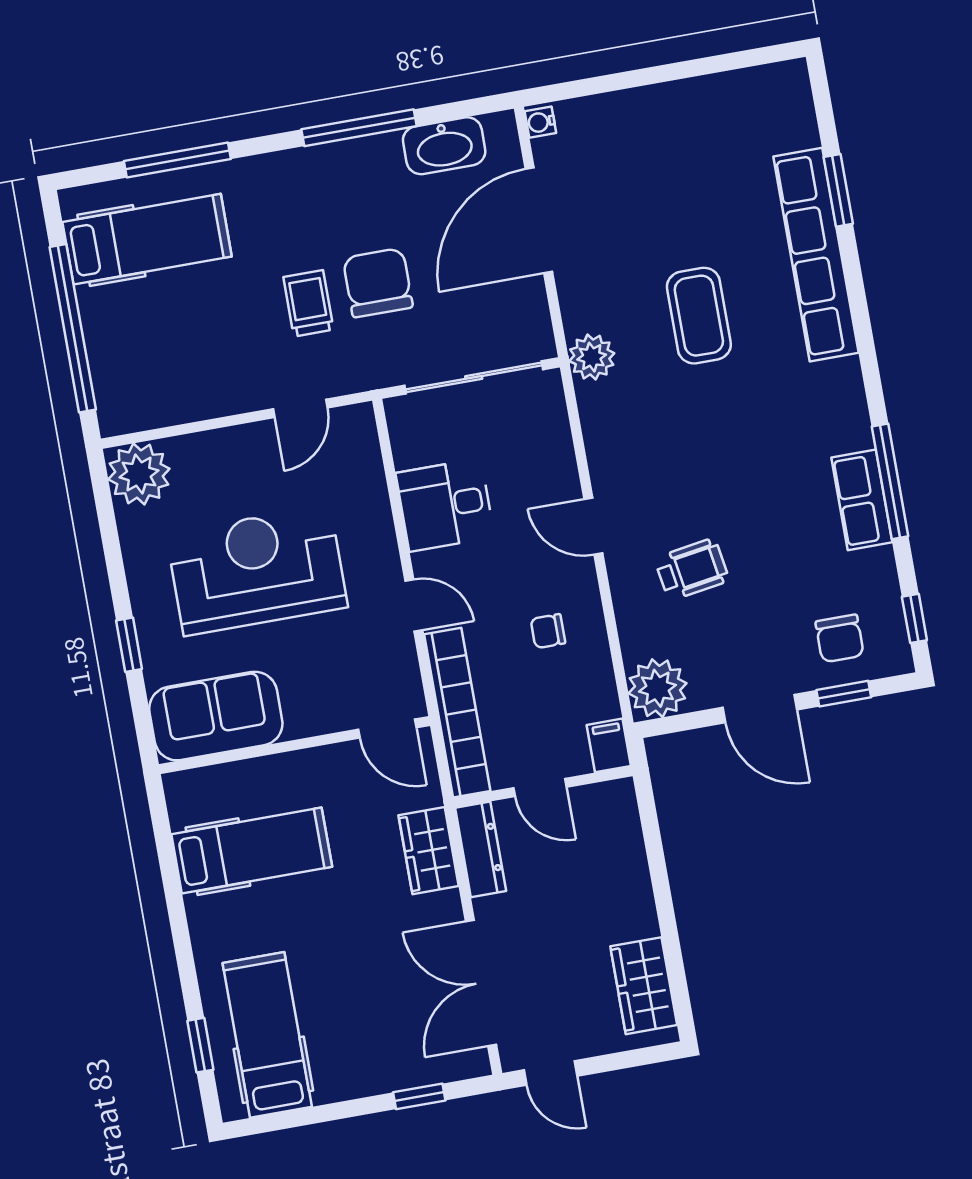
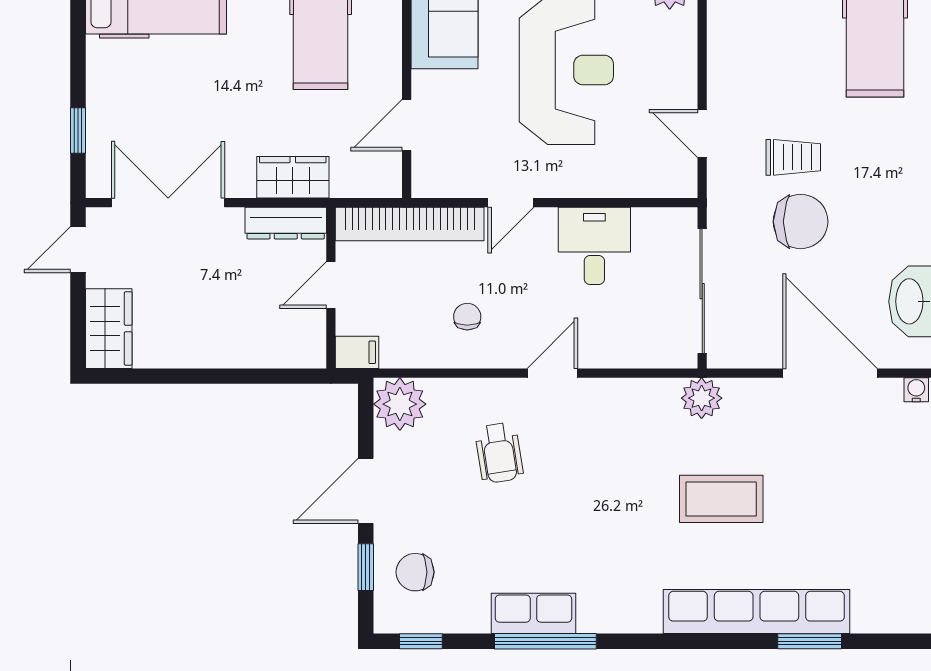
door: (387, 729) -> (407, 125), moved
wardrobe: (644, 986) -> (109, 329), moved, turned 90

